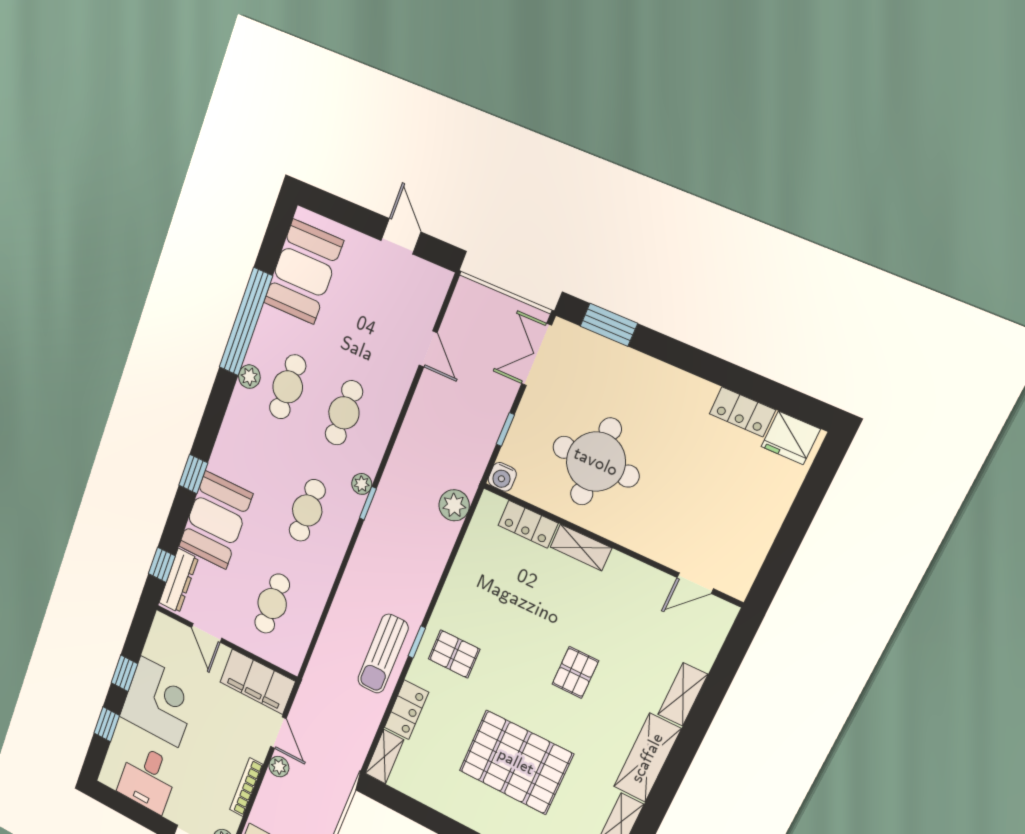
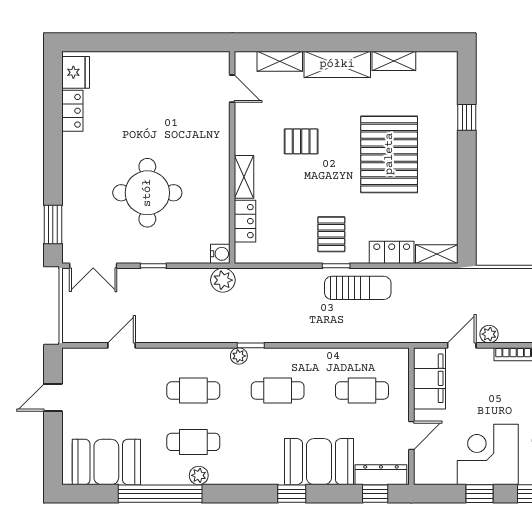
water cooler: (502, 477) -> (220, 254), moved
locker: (528, 524) -> (245, 221), moved
wall: (611, 544) -> (232, 157), moved
shelving: (581, 547) -> (244, 177), moved
door: (695, 583) -> (232, 89), moved

